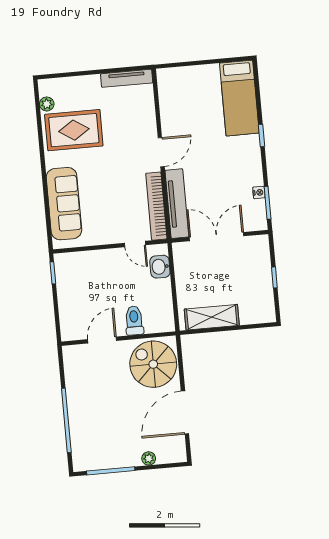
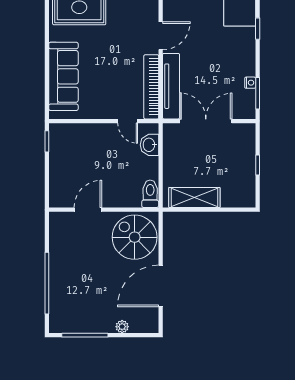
toilet: (134, 320) -> (150, 194), moved

